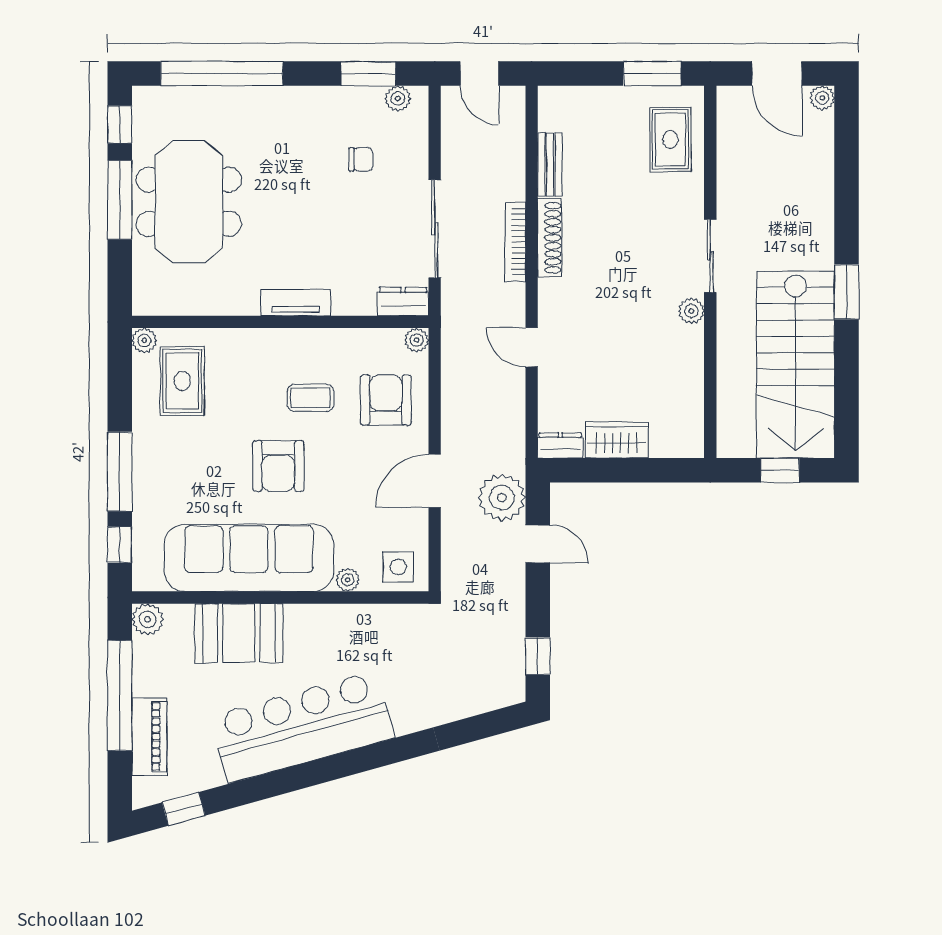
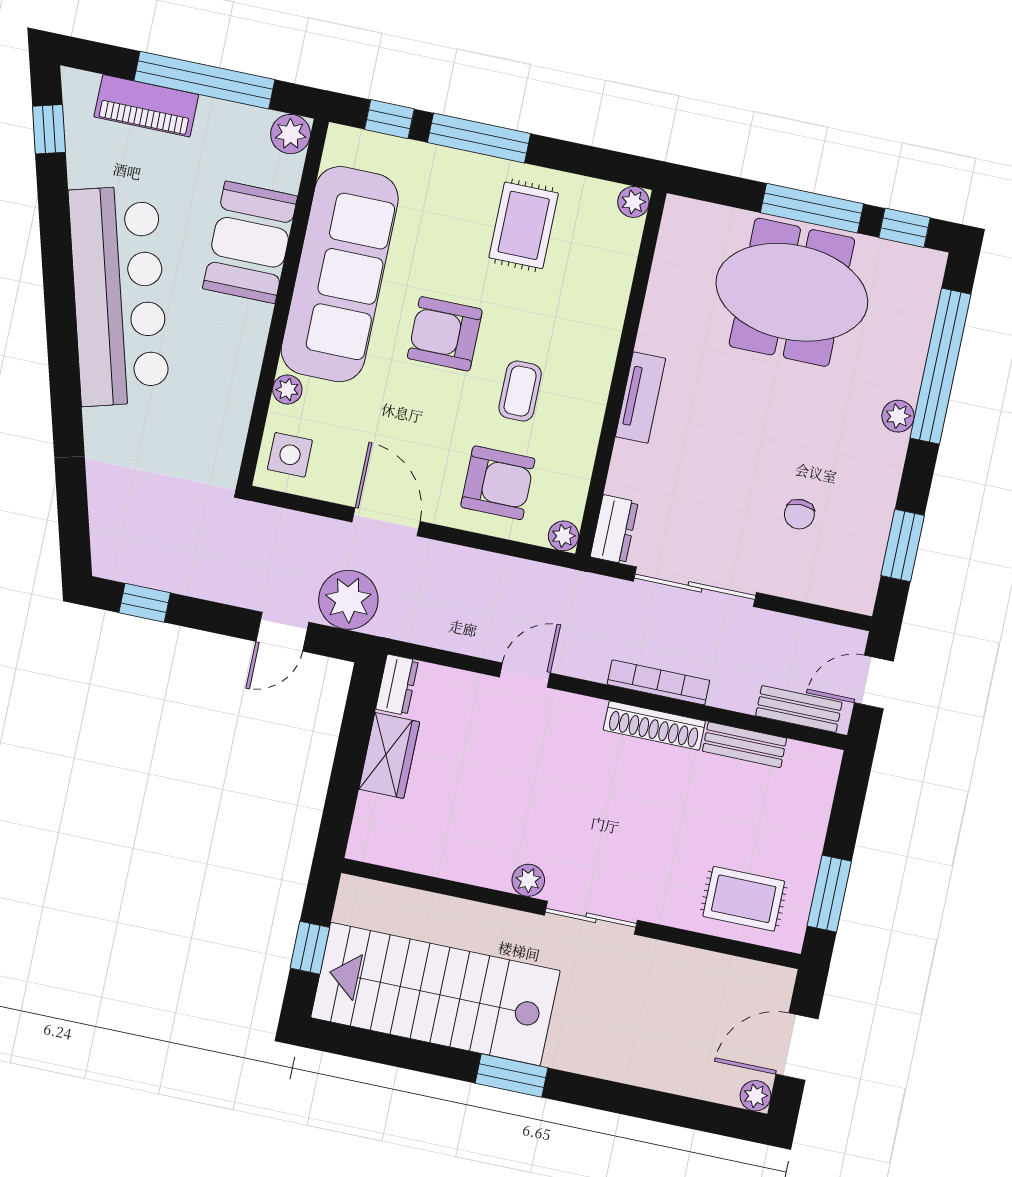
plant: (398, 98) -> (898, 416), moved
bench: (513, 128) -> (799, 709), added
rug: (182, 381) -> (524, 225), moved, turned 90

